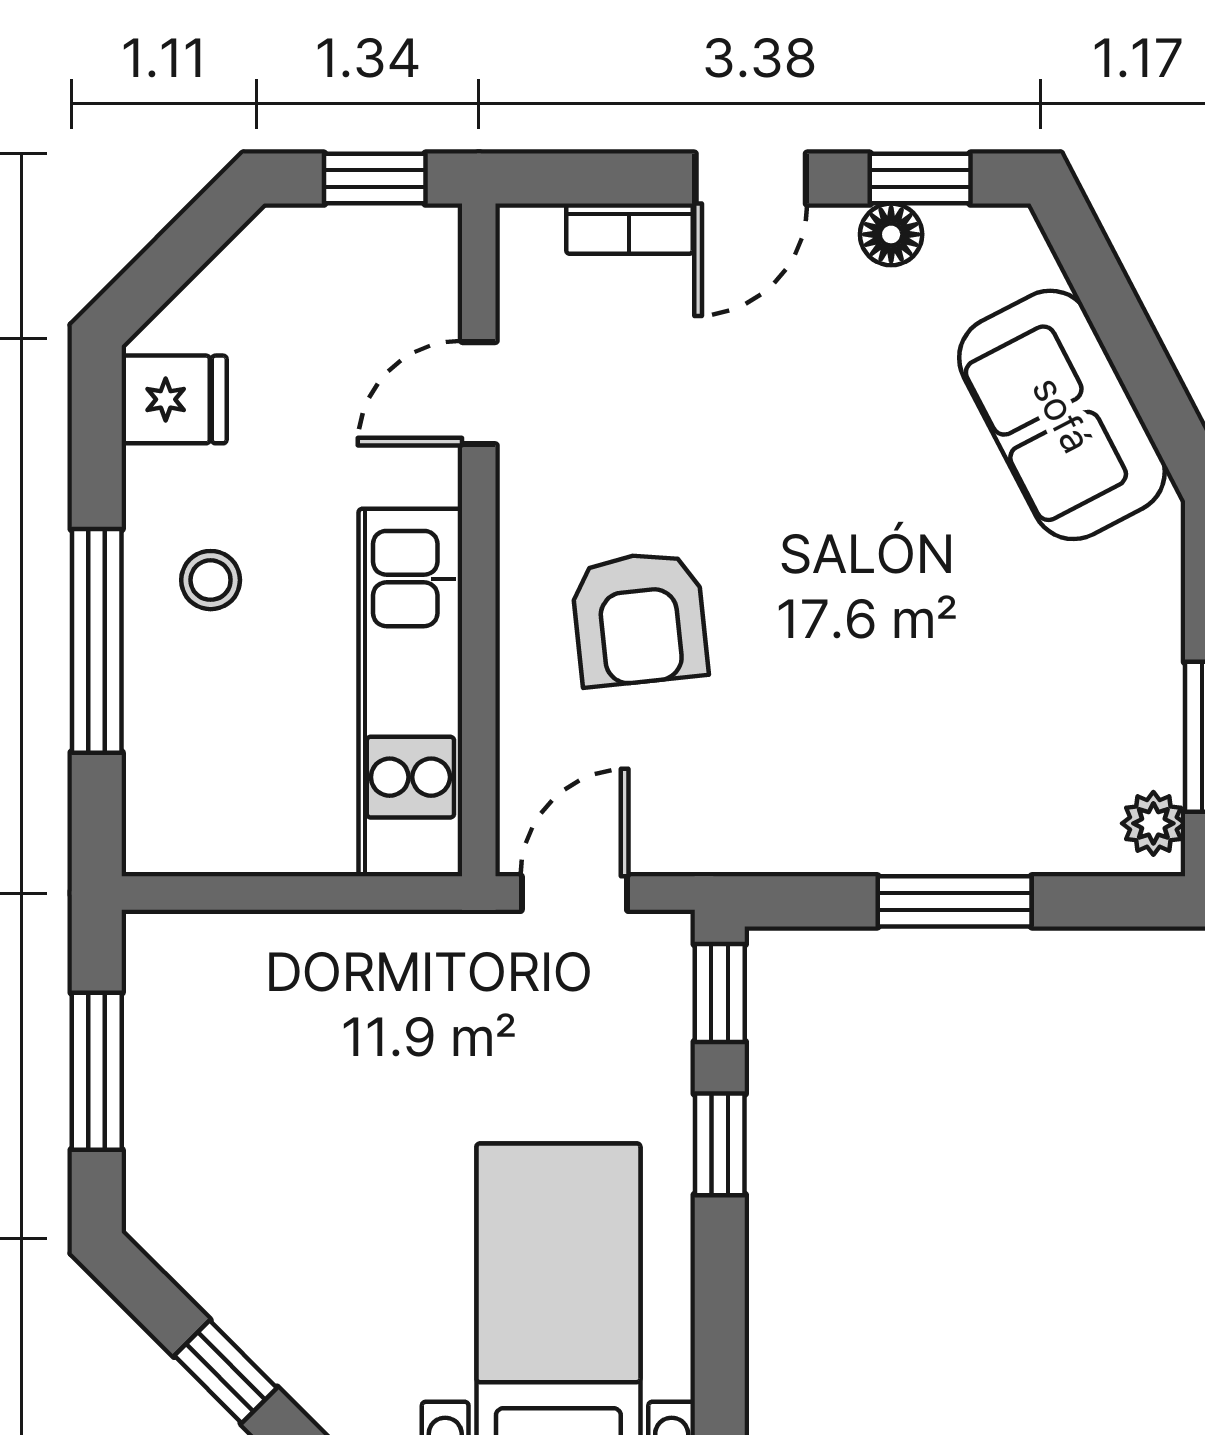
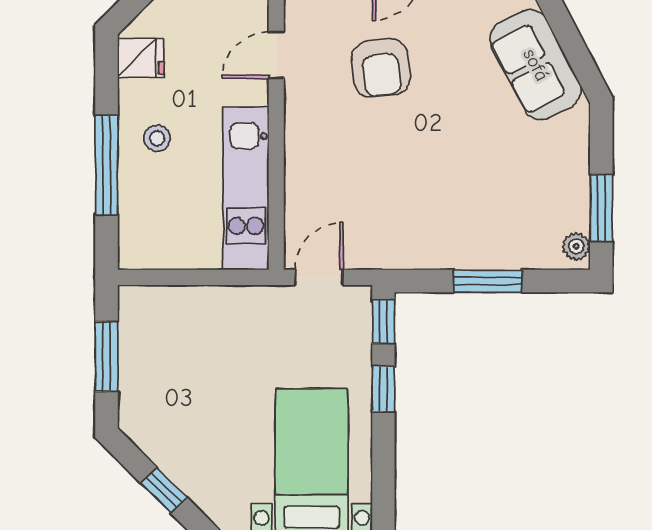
armchair: (639, 619) -> (381, 68), moved

